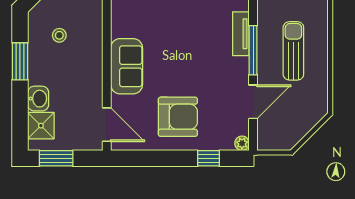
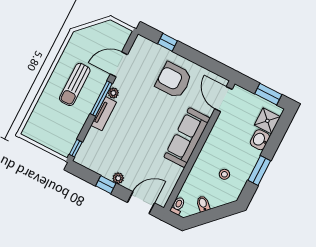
sofa: (127, 66) -> (187, 138), width x1.36
plant: (242, 143) -> (113, 93), moved

